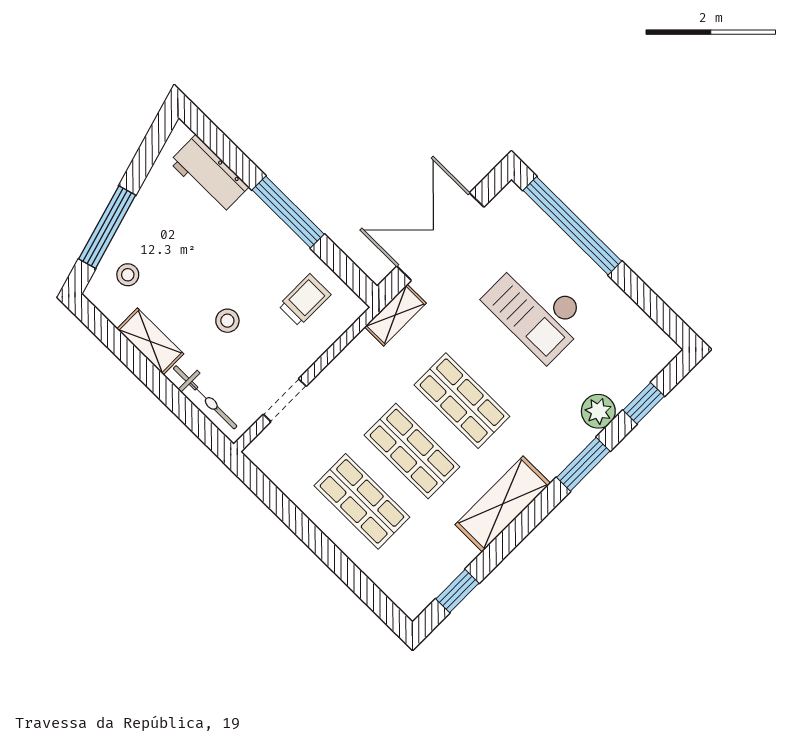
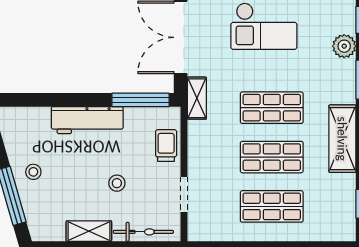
workbench: (209, 174) -> (87, 120), moved, width x1.38
window: (288, 212) -> (141, 100), moved
stool: (128, 275) -> (33, 172), moved
trolley: (305, 300) -> (166, 146), moved

